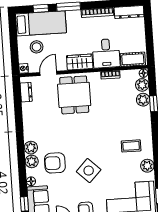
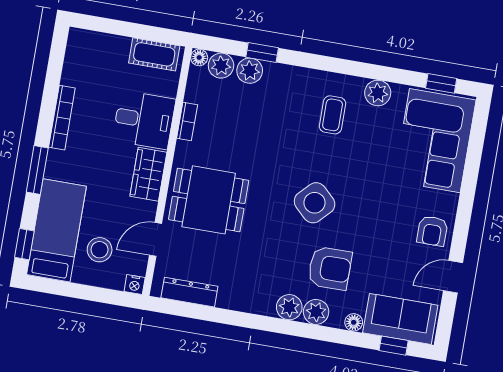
window: (41, 8) -> (24, 244), moved
dresser: (129, 12) -> (76, 57), removed
cot: (133, 59) -> (154, 54), moved, turned 90
door: (48, 73) -> (155, 239), hinge flipped
dresser: (26, 92) -> (189, 292), width x1.44
armchair: (55, 163) -> (330, 268), turned -90
side table: (89, 171) -> (315, 203), moved

